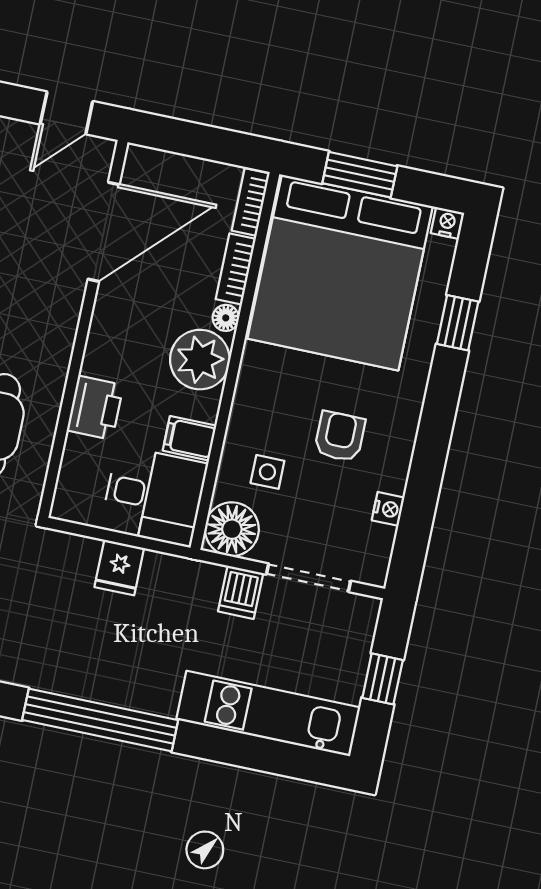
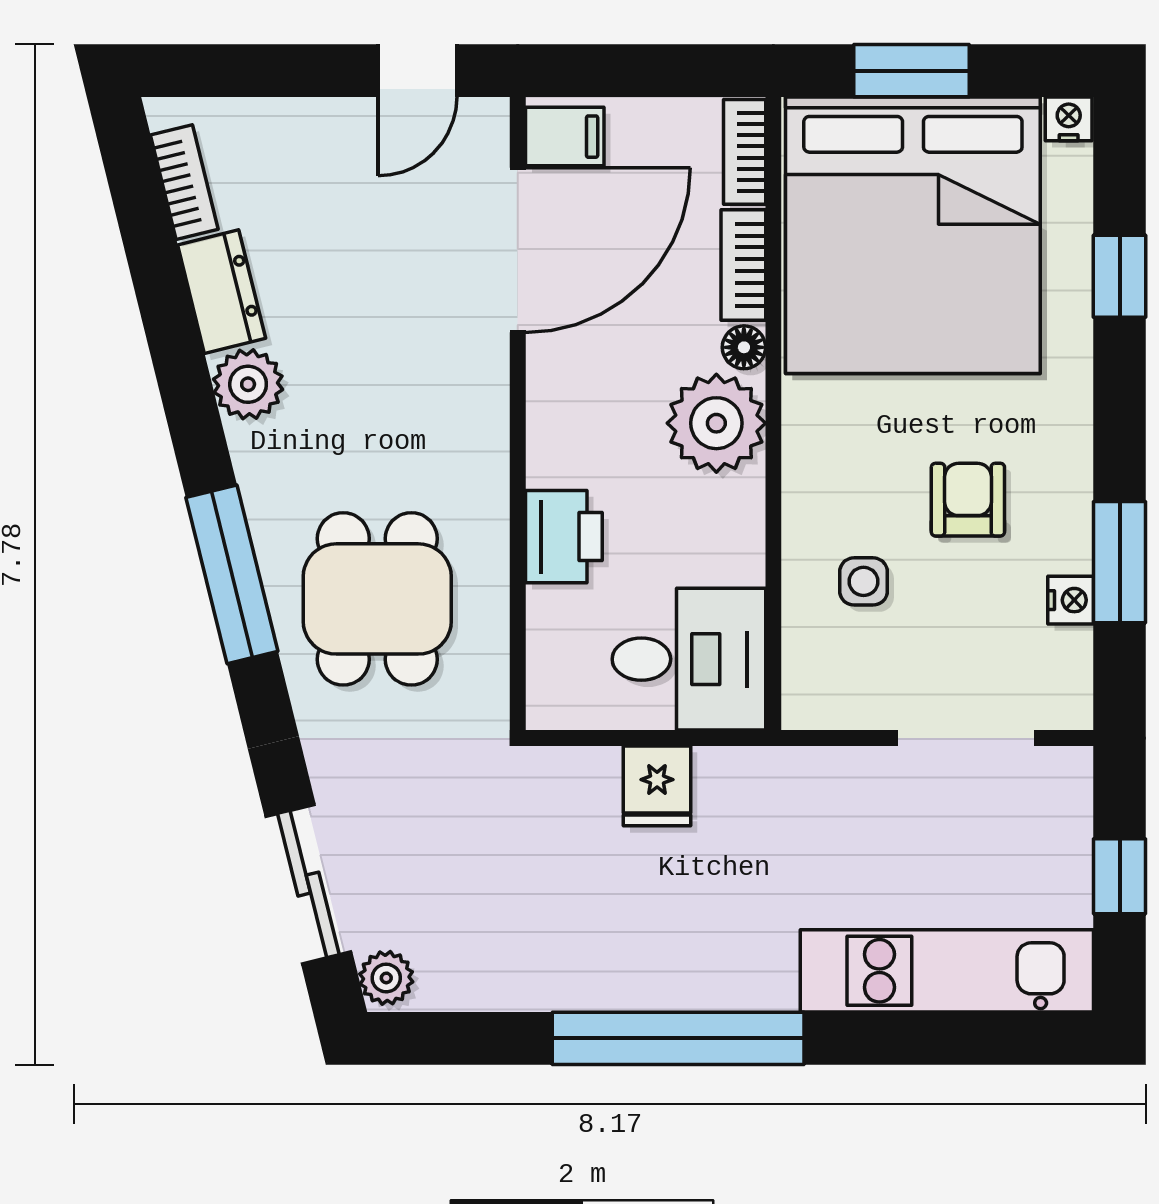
filing cabinet: (190, 438) -> (565, 137), moved, turned 180
window: (422, 492) -> (1120, 562), added
floor lamp: (232, 529) -> (826, 686), removed
dishwasher: (241, 592) -> (861, 785), removed

